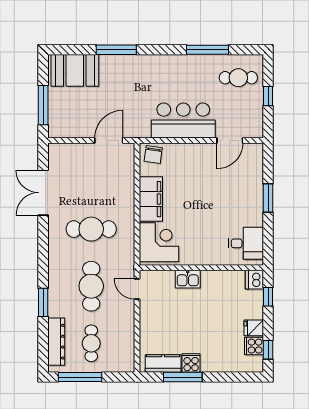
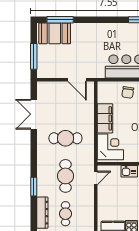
window: (116, 50) -> (60, 20), moved
door: (109, 141) -> (77, 80), swing flipped
chair: (153, 154) -> (128, 92), moved
door: (137, 289) -> (96, 178), swing flipped

